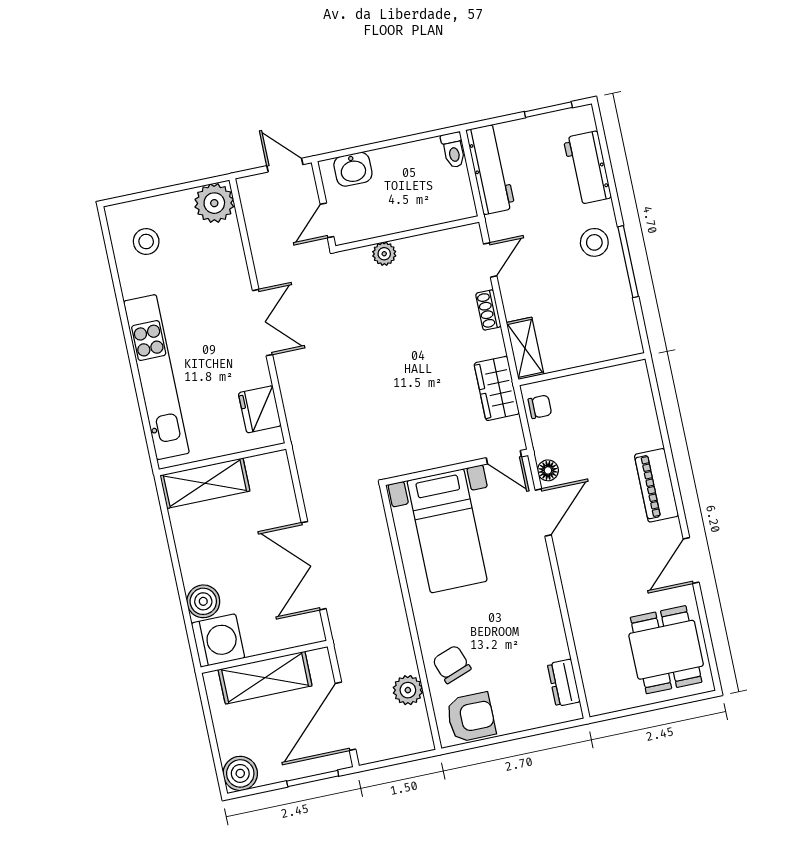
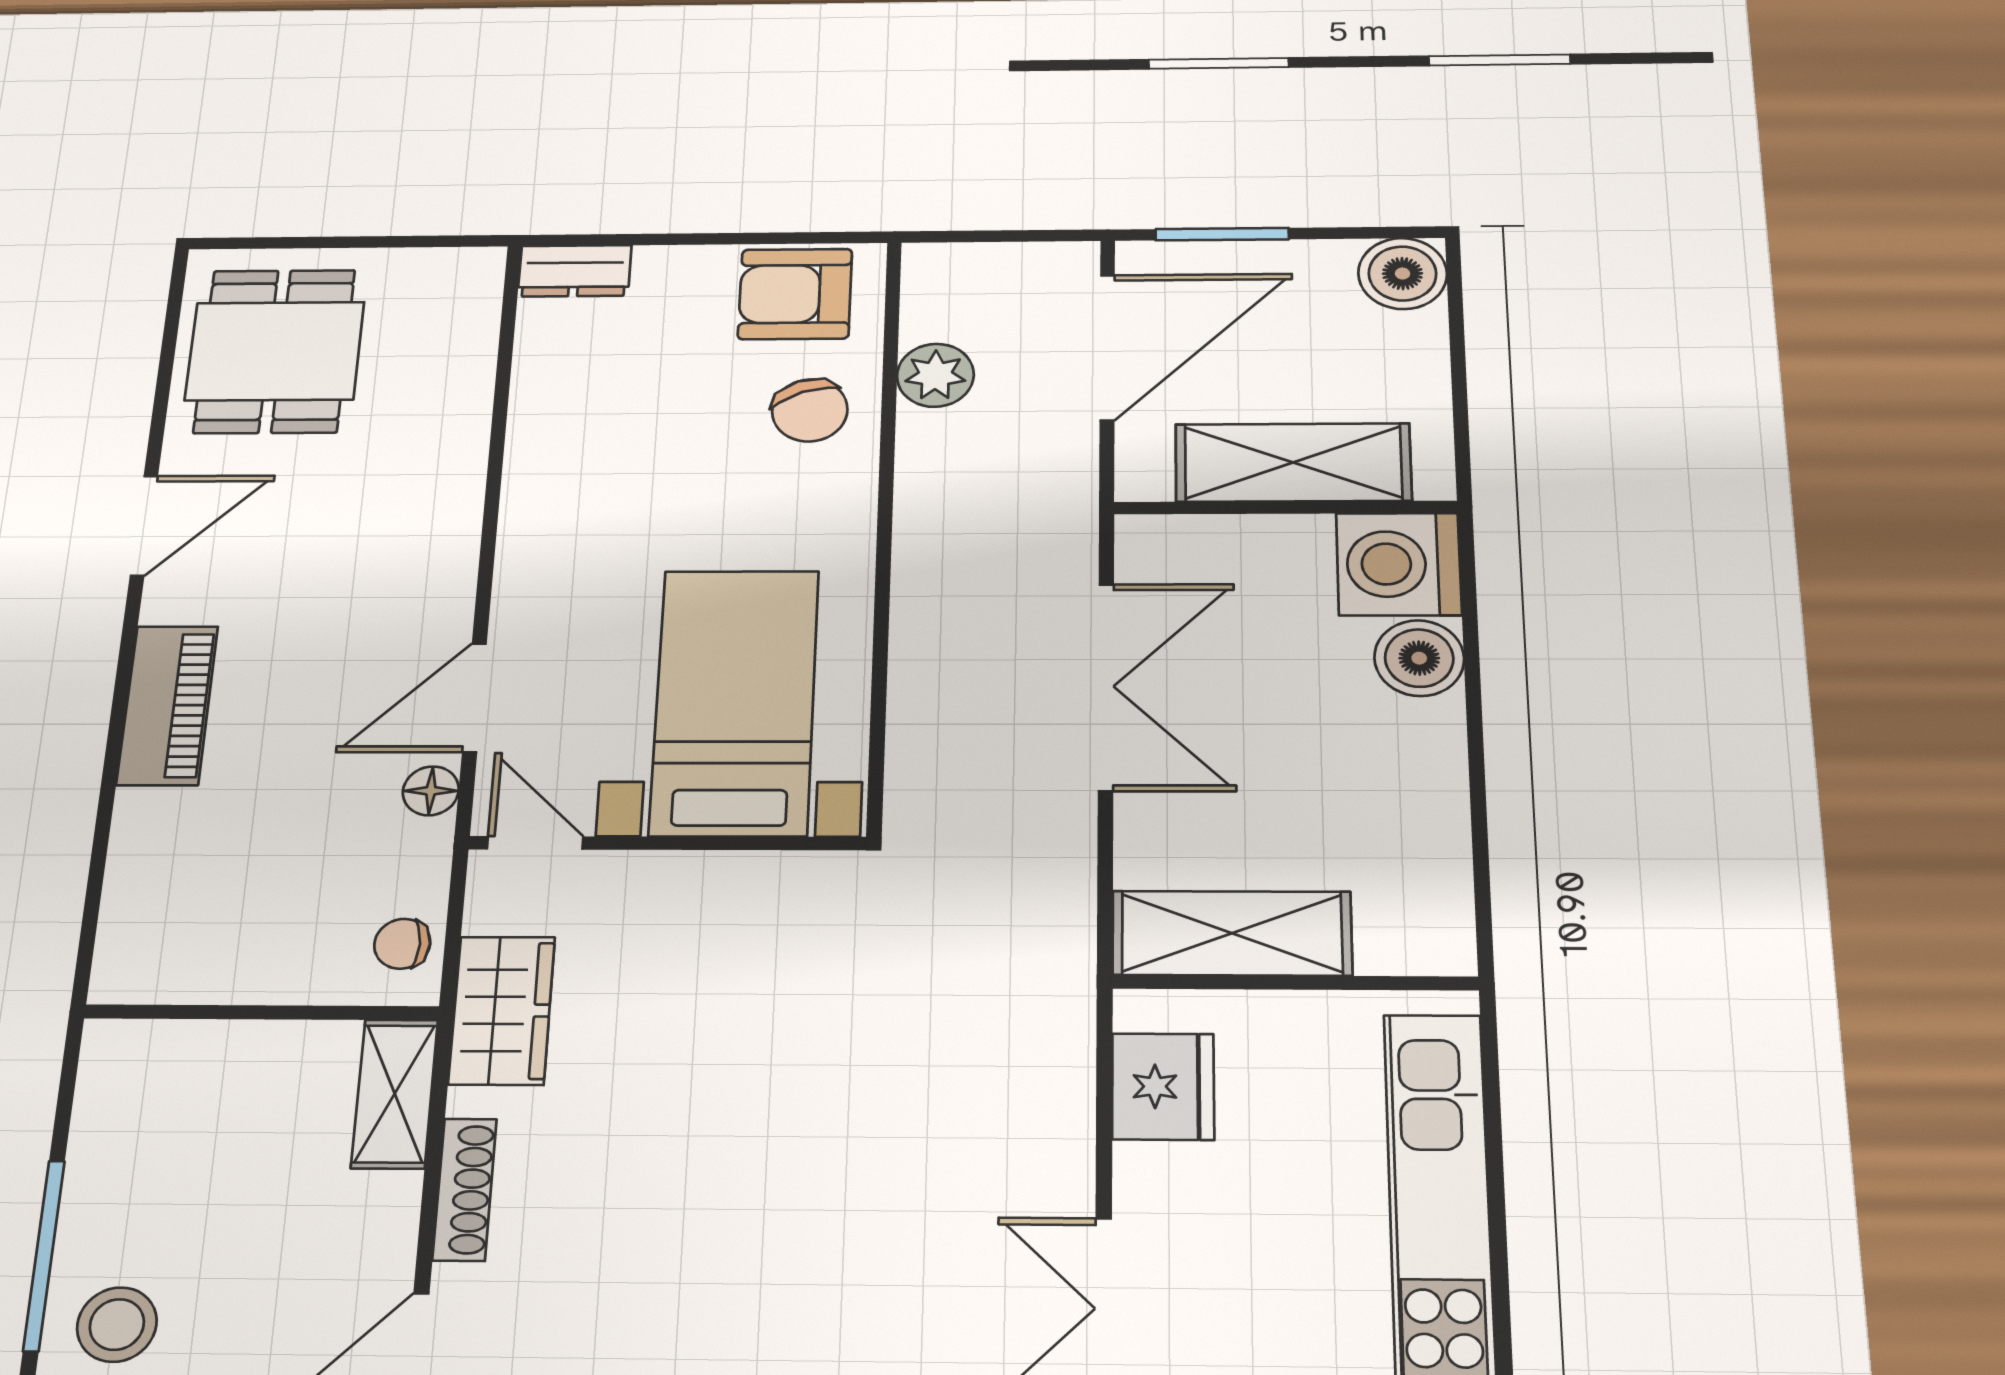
shoe rack: (488, 310) -> (465, 1189), width x1.43
shelving: (205, 483) -> (1232, 933), moved
dresser: (564, 683) -> (575, 271), moved, turned 90

